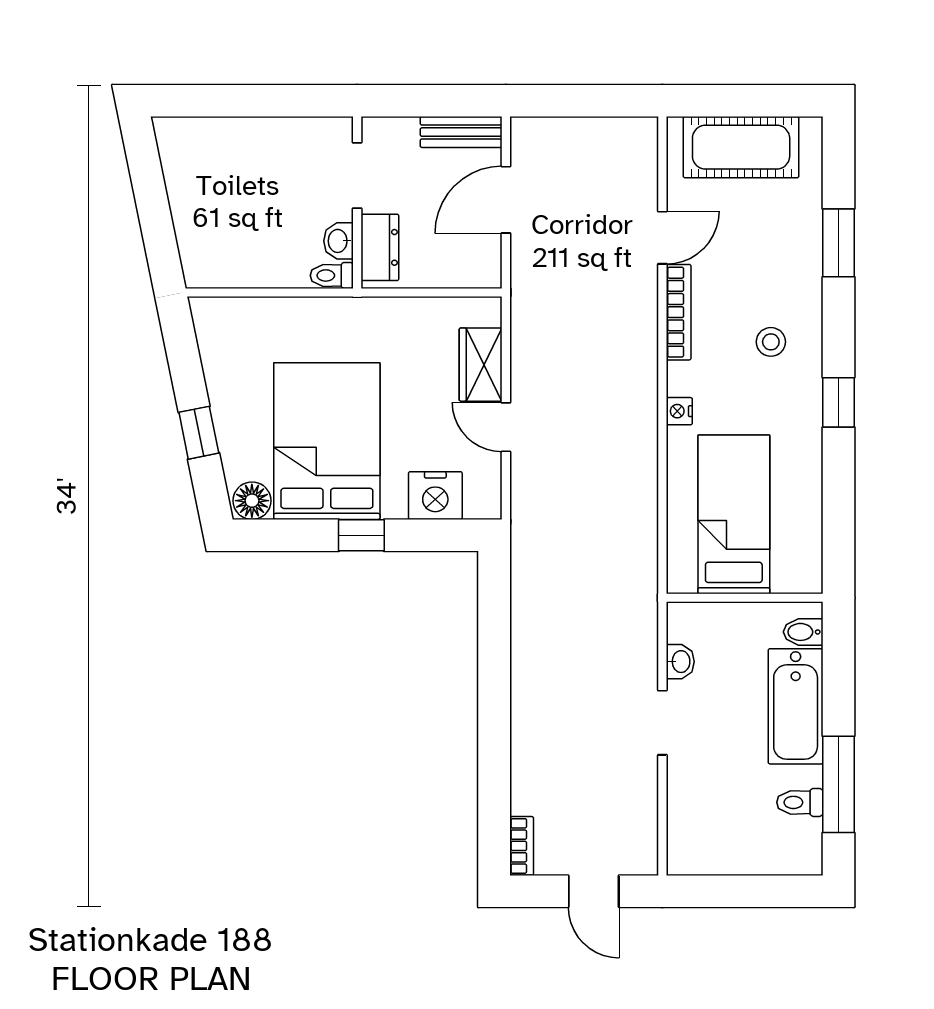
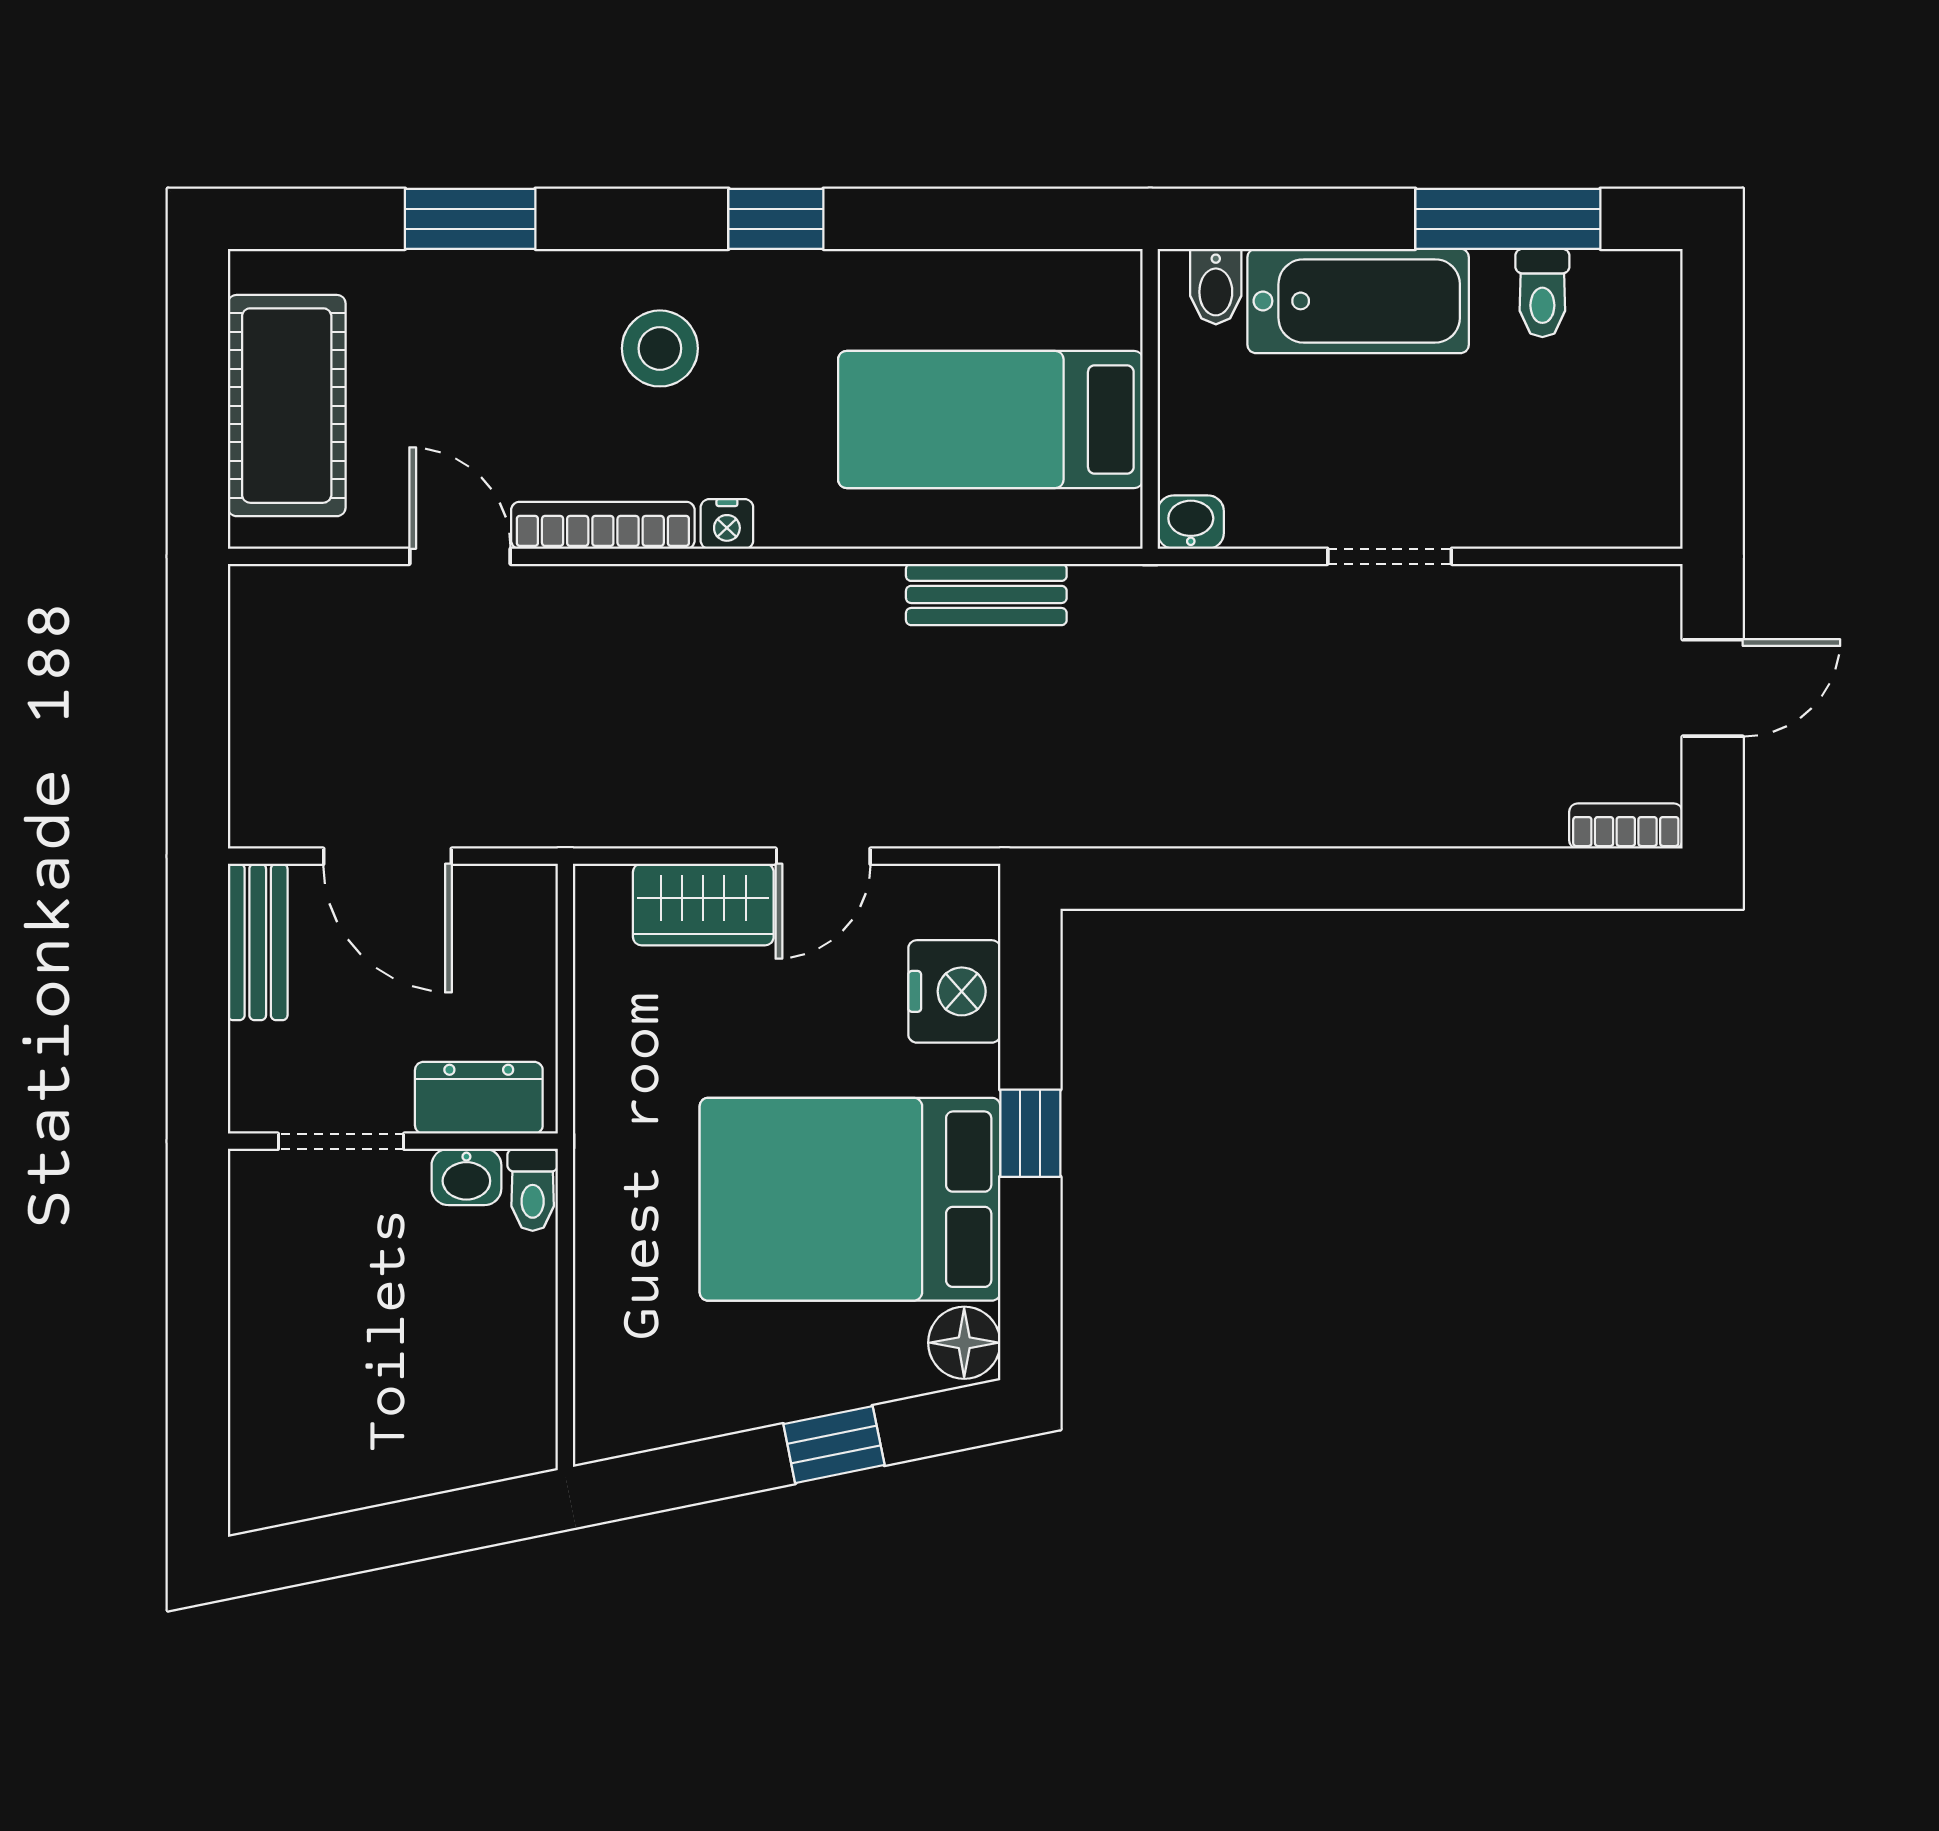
stool: (771, 342) -> (660, 348), width x1.37, depth x1.37
nightstand: (679, 411) -> (727, 524), moved
bench: (642, 512) -> (986, 594), added
washbasin: (680, 662) -> (1191, 522), moved

